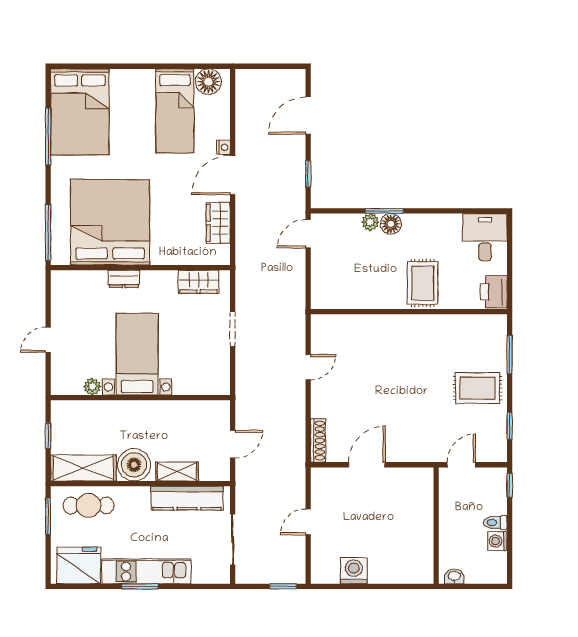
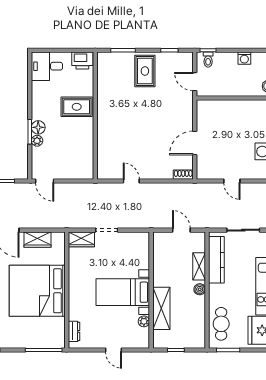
bed: (110, 222) -> (37, 291), moved
dresser: (124, 279) -> (74, 331), moved
wardrobe: (199, 282) -> (81, 239), moved, turned 90
shoe rack: (318, 441) -> (183, 175), width x0.70
boiler: (134, 465) -> (200, 289), width x0.54, depth x0.54
door: (367, 465) -> (195, 143), hinge flipped
shelving: (83, 468) -> (161, 308), moved
toilet: (495, 523) -> (208, 60), moved

